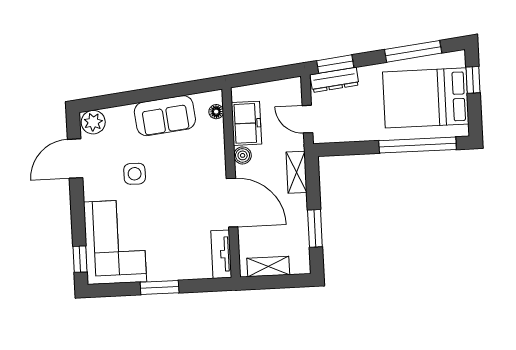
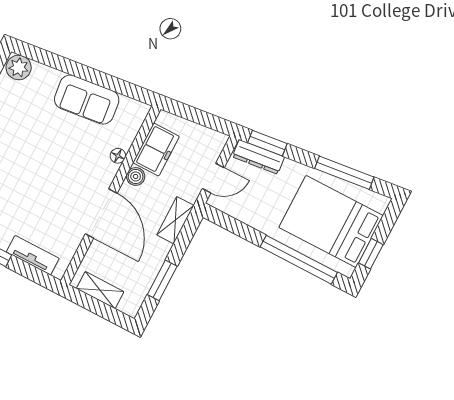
window: (473, 80) -> (371, 254), moved
floor lamp: (216, 112) -> (118, 156), moved
door: (307, 119) -> (213, 178), swing flipped
side table: (135, 174) -> (29, 136), removed
tv unit: (221, 254) -> (33, 255), moved, turned 90

